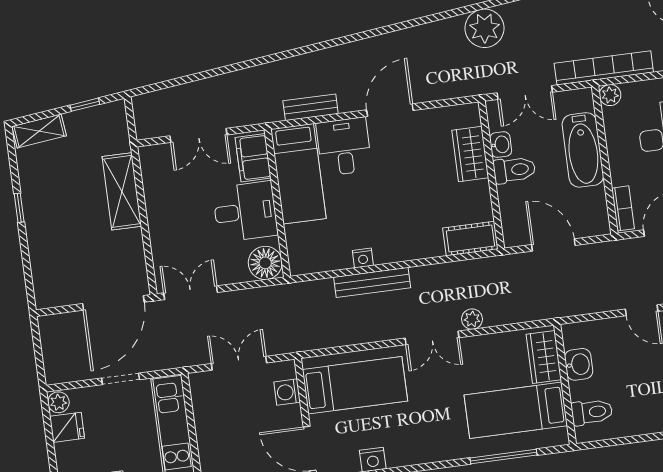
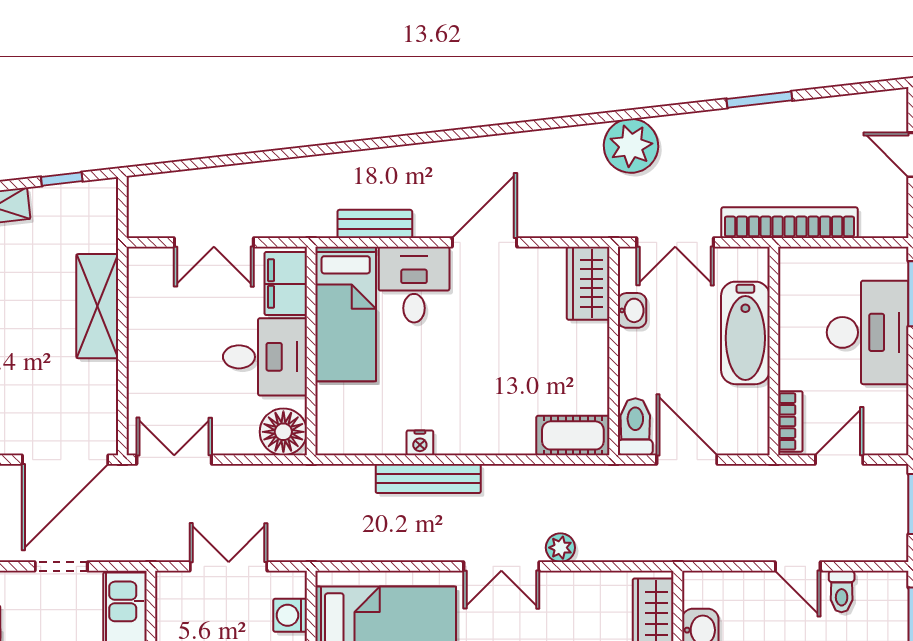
plant: (610, 95) -> (793, 262), removed
wardrobe: (470, 154) -> (588, 283), moved
toilet: (514, 170) -> (635, 427), moved, turned -90

